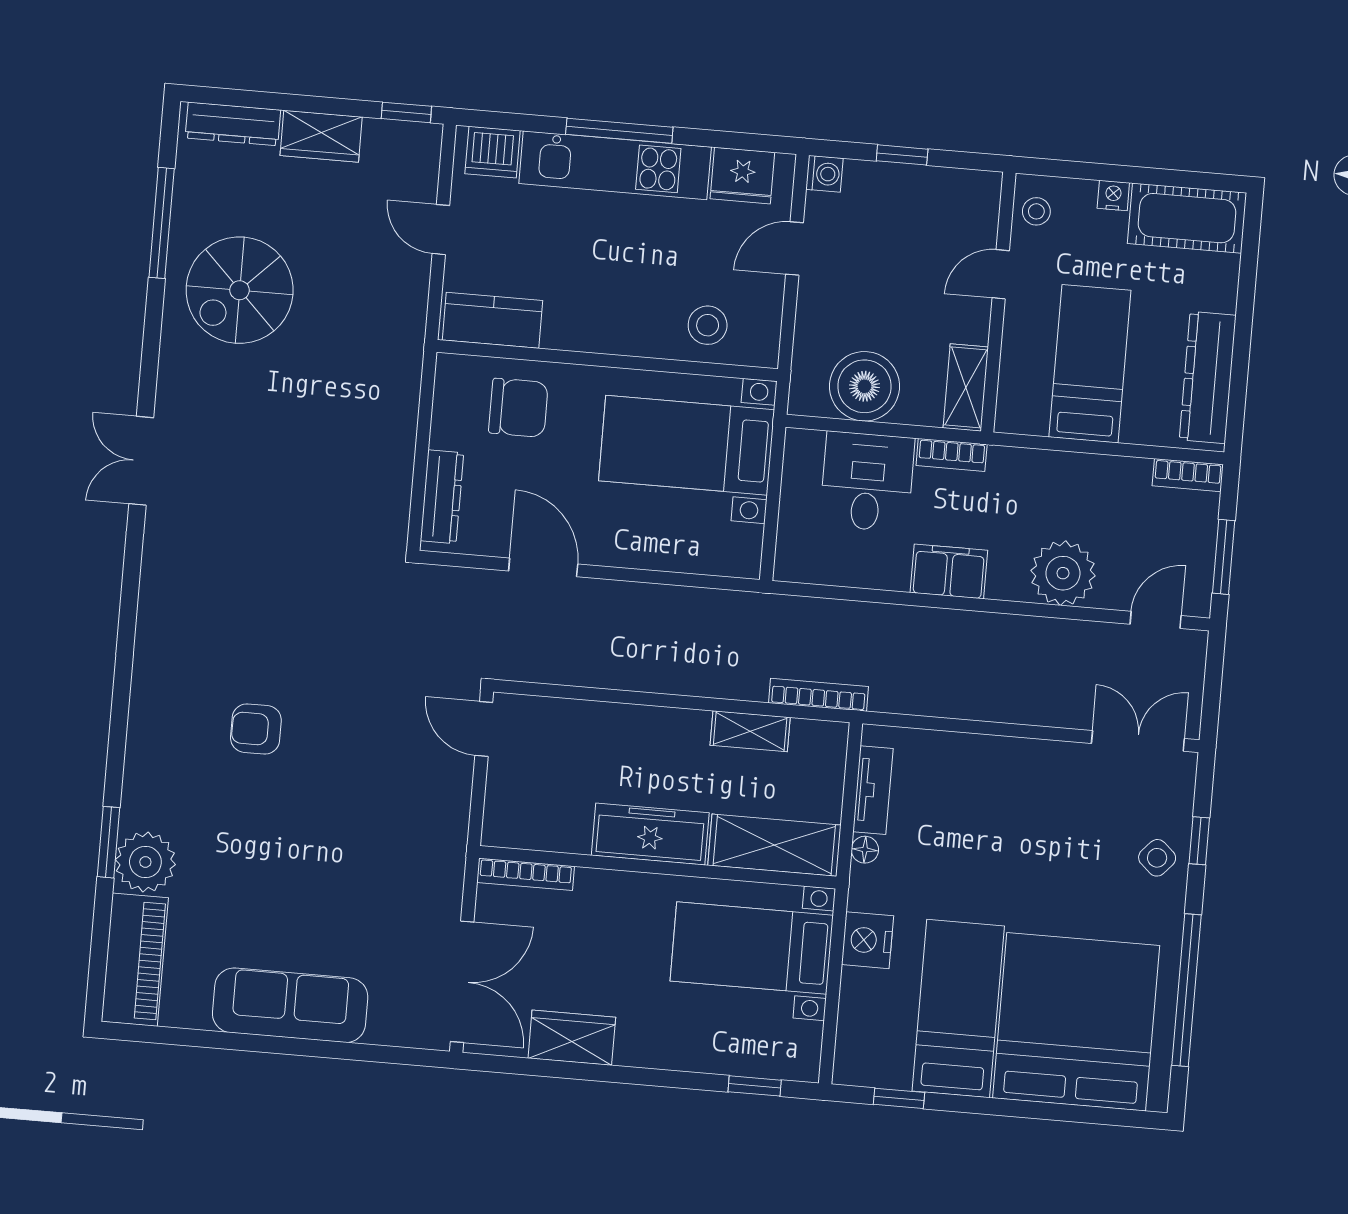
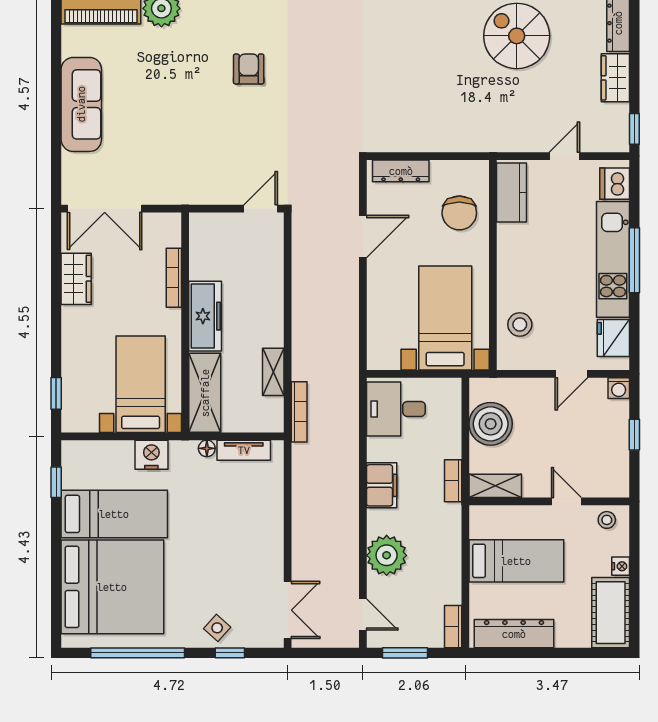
door: (795, 249) -> (571, 374), swing flipped
desk: (867, 482) -> (396, 409), moved, turned 180
bookcase: (526, 874) -> (174, 278), moved

